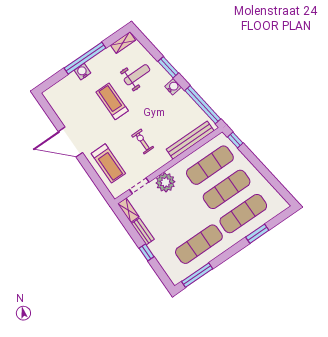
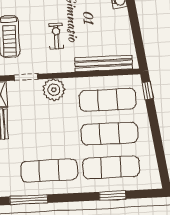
window: (203, 105) -> (137, 36), removed

